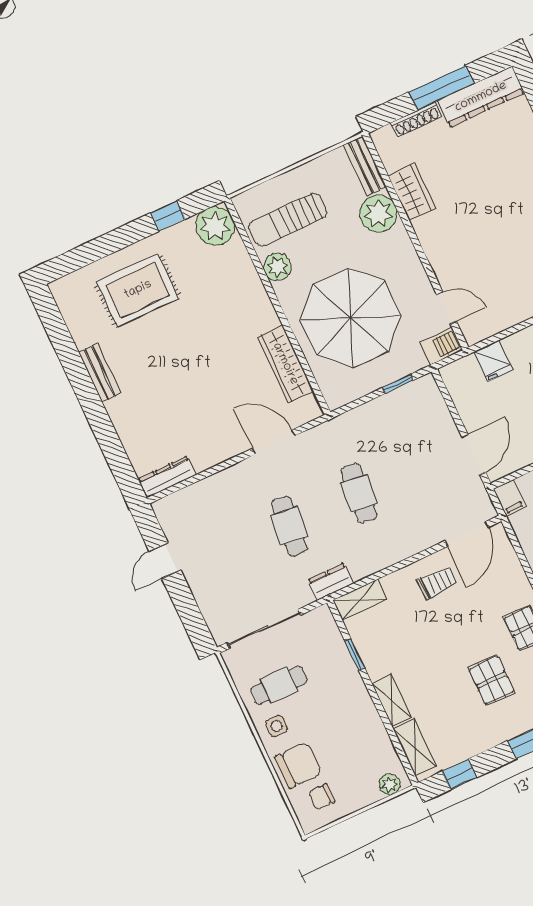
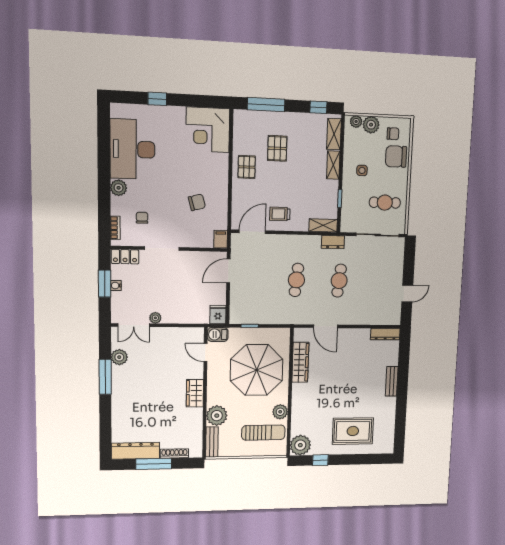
wardrobe: (412, 192) -> (195, 393), moved
fridge: (493, 361) -> (218, 315), moved
bench: (100, 373) -> (392, 381), moved
side table: (277, 726) -> (362, 170), moved
plant: (364, 792) -> (371, 125), added

